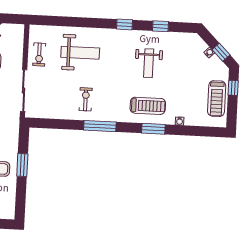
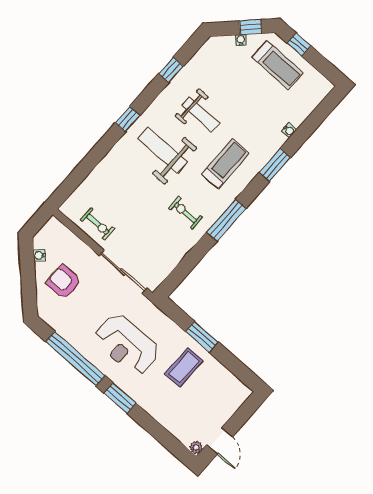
window: (125, 24) -> (128, 119), moved
weight bench: (80, 53) -> (163, 150), moved, turned -90
treadmill: (217, 99) -> (278, 65), moved
treadmill: (148, 106) -> (226, 164), moved

